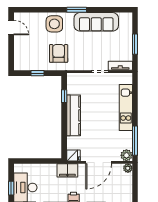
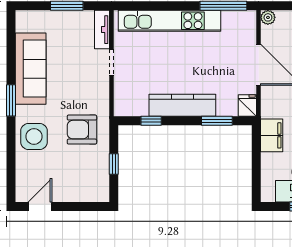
kitchen unit: (126, 107) -> (169, 21), width x1.36
window: (64, 137) -> (217, 121), added
plant: (126, 155) -> (247, 20), removed
filing cabinet: (67, 170) -> (272, 135), moved

